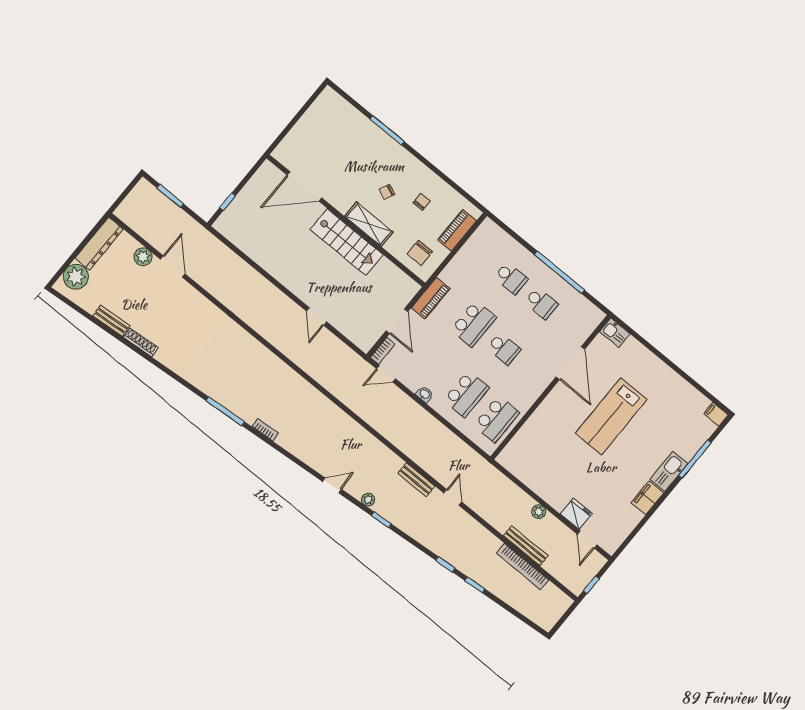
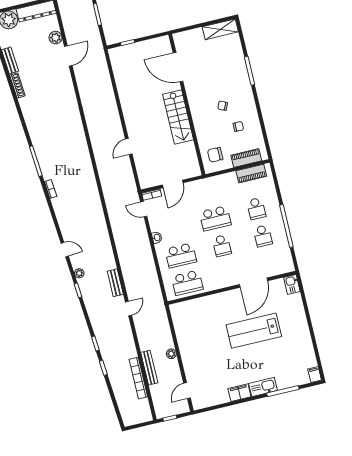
shelving: (369, 224) -> (220, 29), moved, turned 90
piano: (431, 298) -> (251, 174), moved
fridge: (576, 514) -> (192, 371), removed

